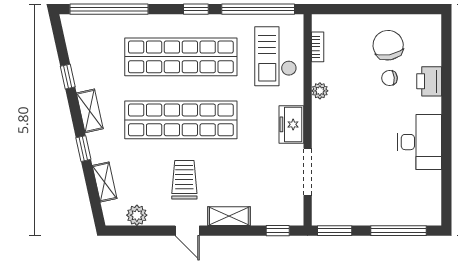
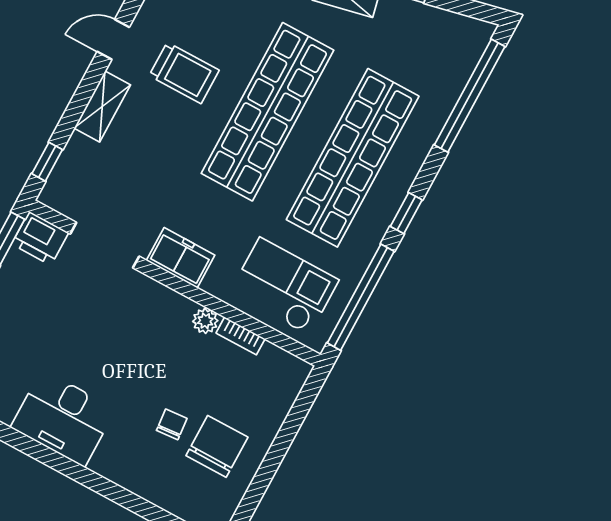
chair: (388, 45) -> (217, 446), turned -79
bookcase: (318, 47) -> (241, 336), moved
printer: (429, 81) -> (40, 238), moved, turned 180

